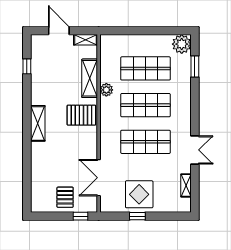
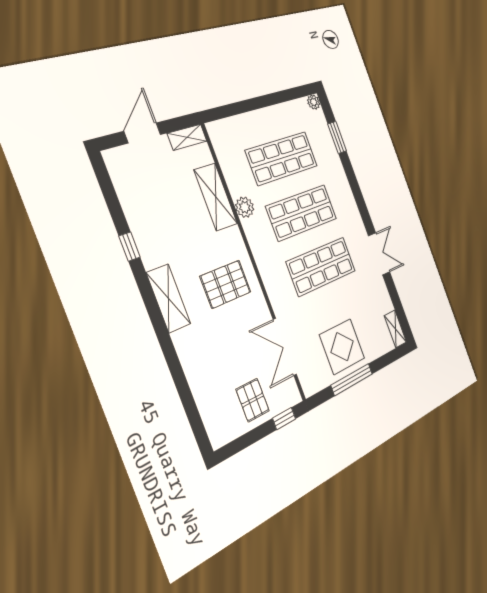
door: (59, 31) -> (142, 133), hinge flipped
plant: (182, 44) -> (314, 102), width x0.53, depth x0.53
window: (27, 66) -> (129, 247), moved
pallet: (81, 115) -> (226, 284), moved
shelving: (186, 185) -> (395, 329), moved
window: (137, 216) -> (352, 380), width x2.17

